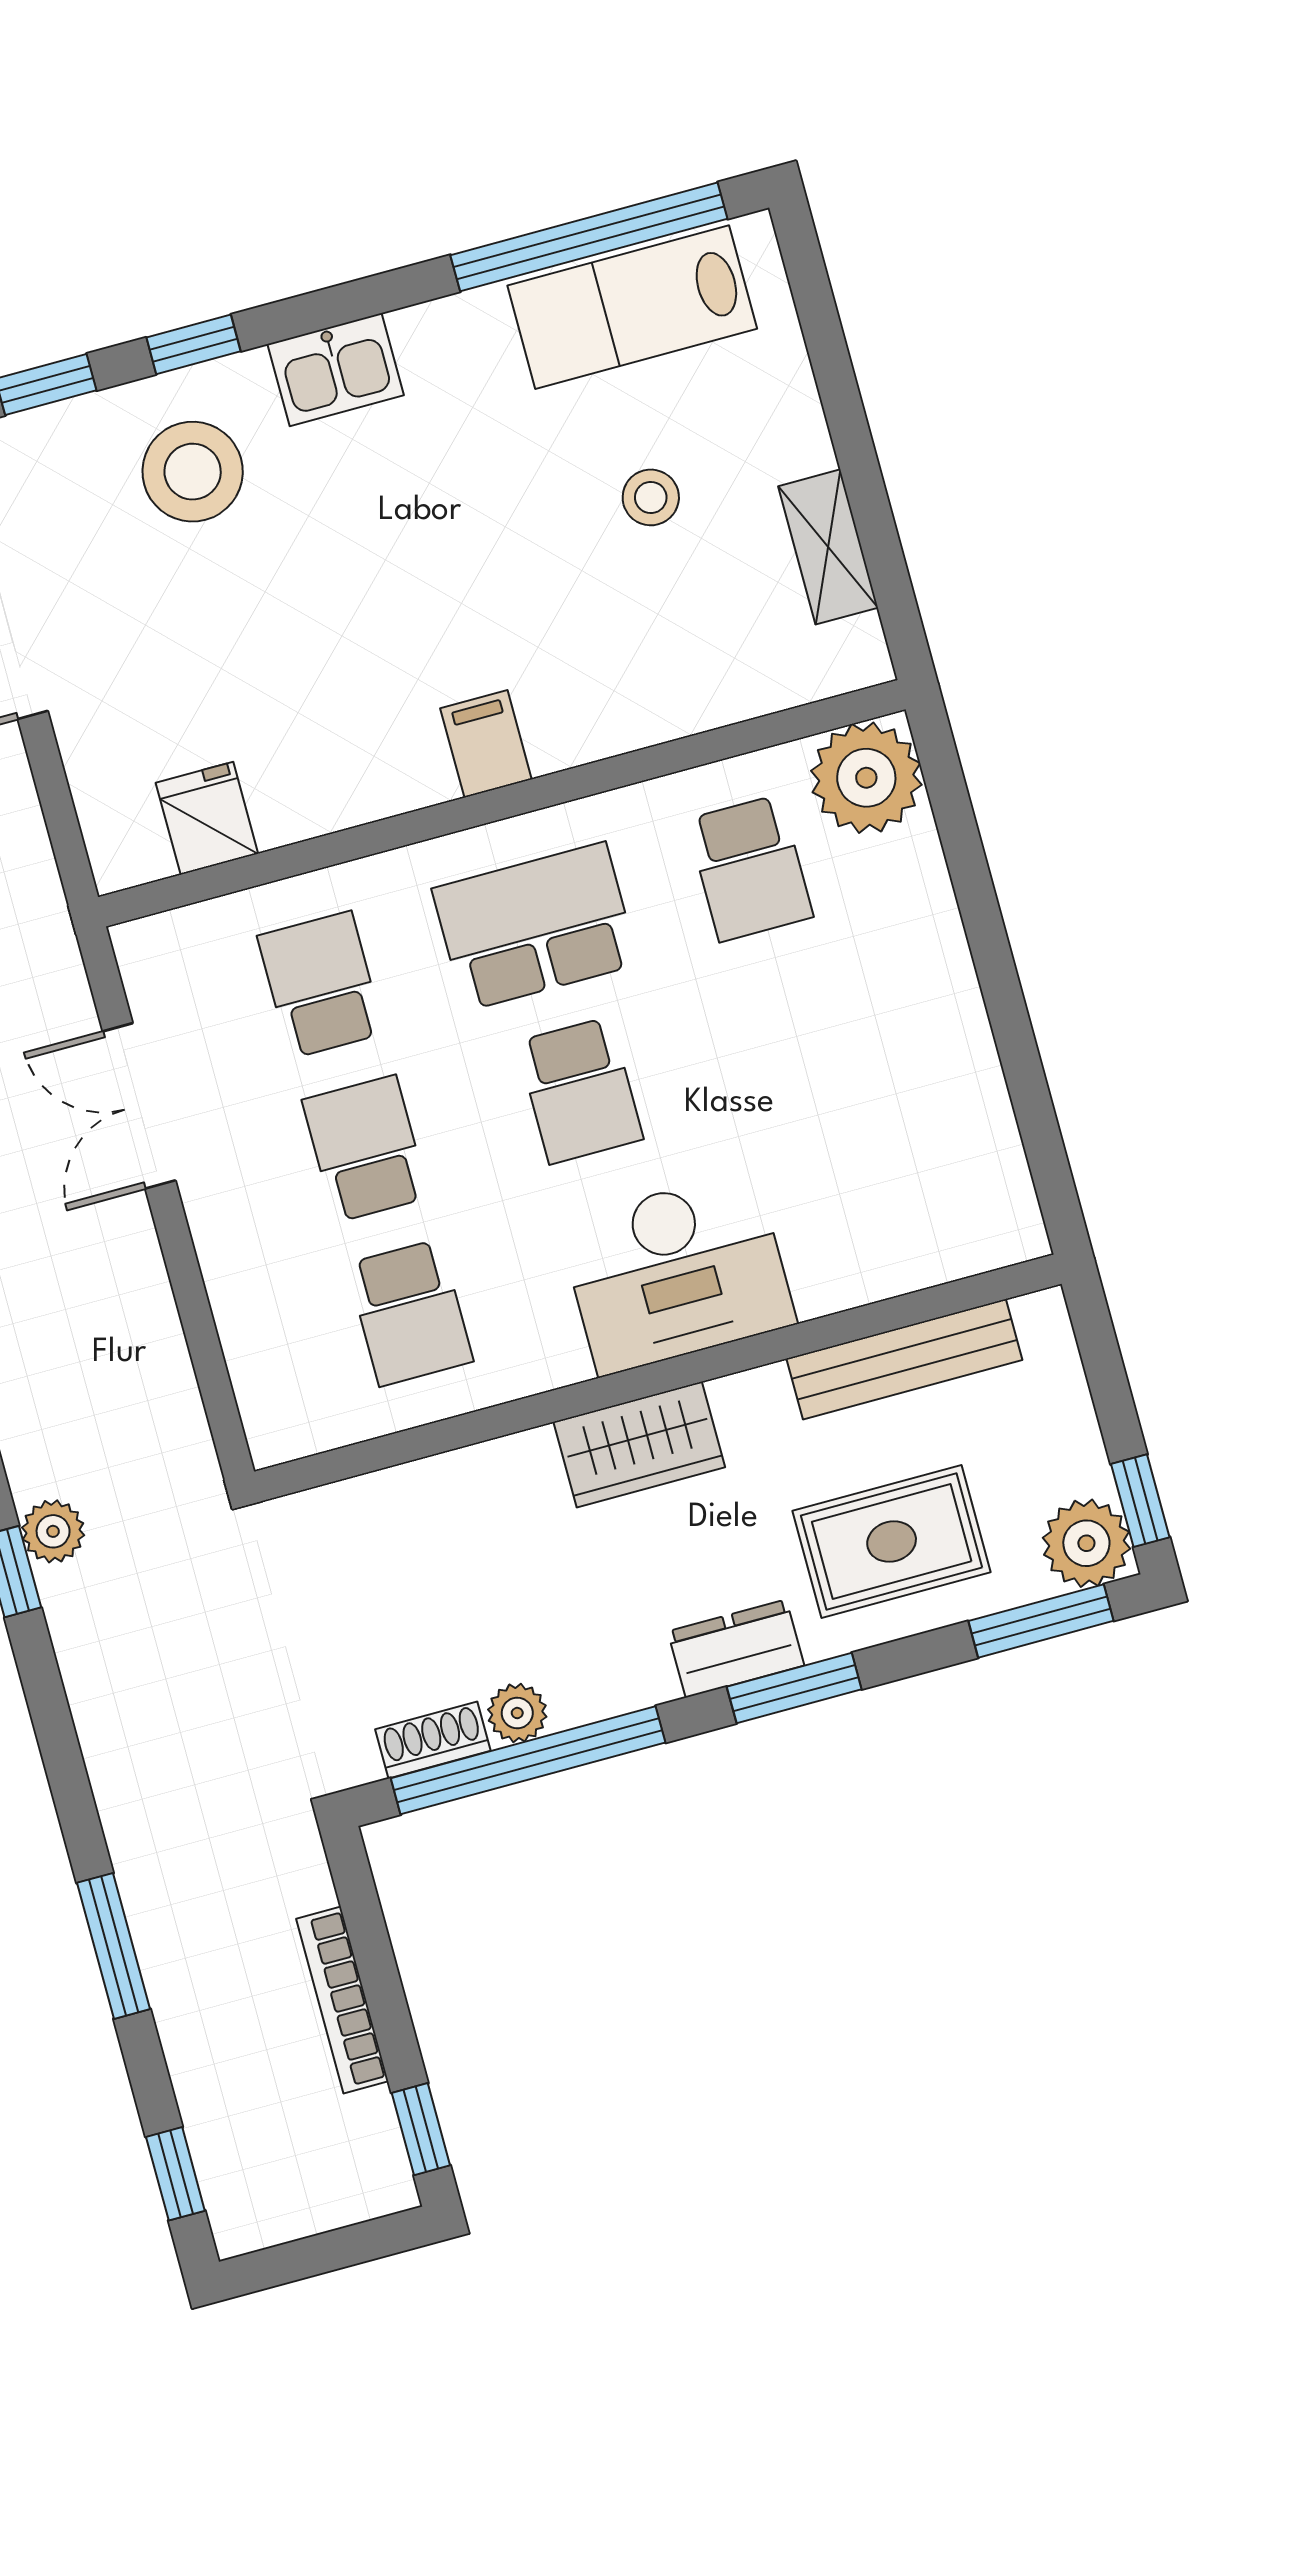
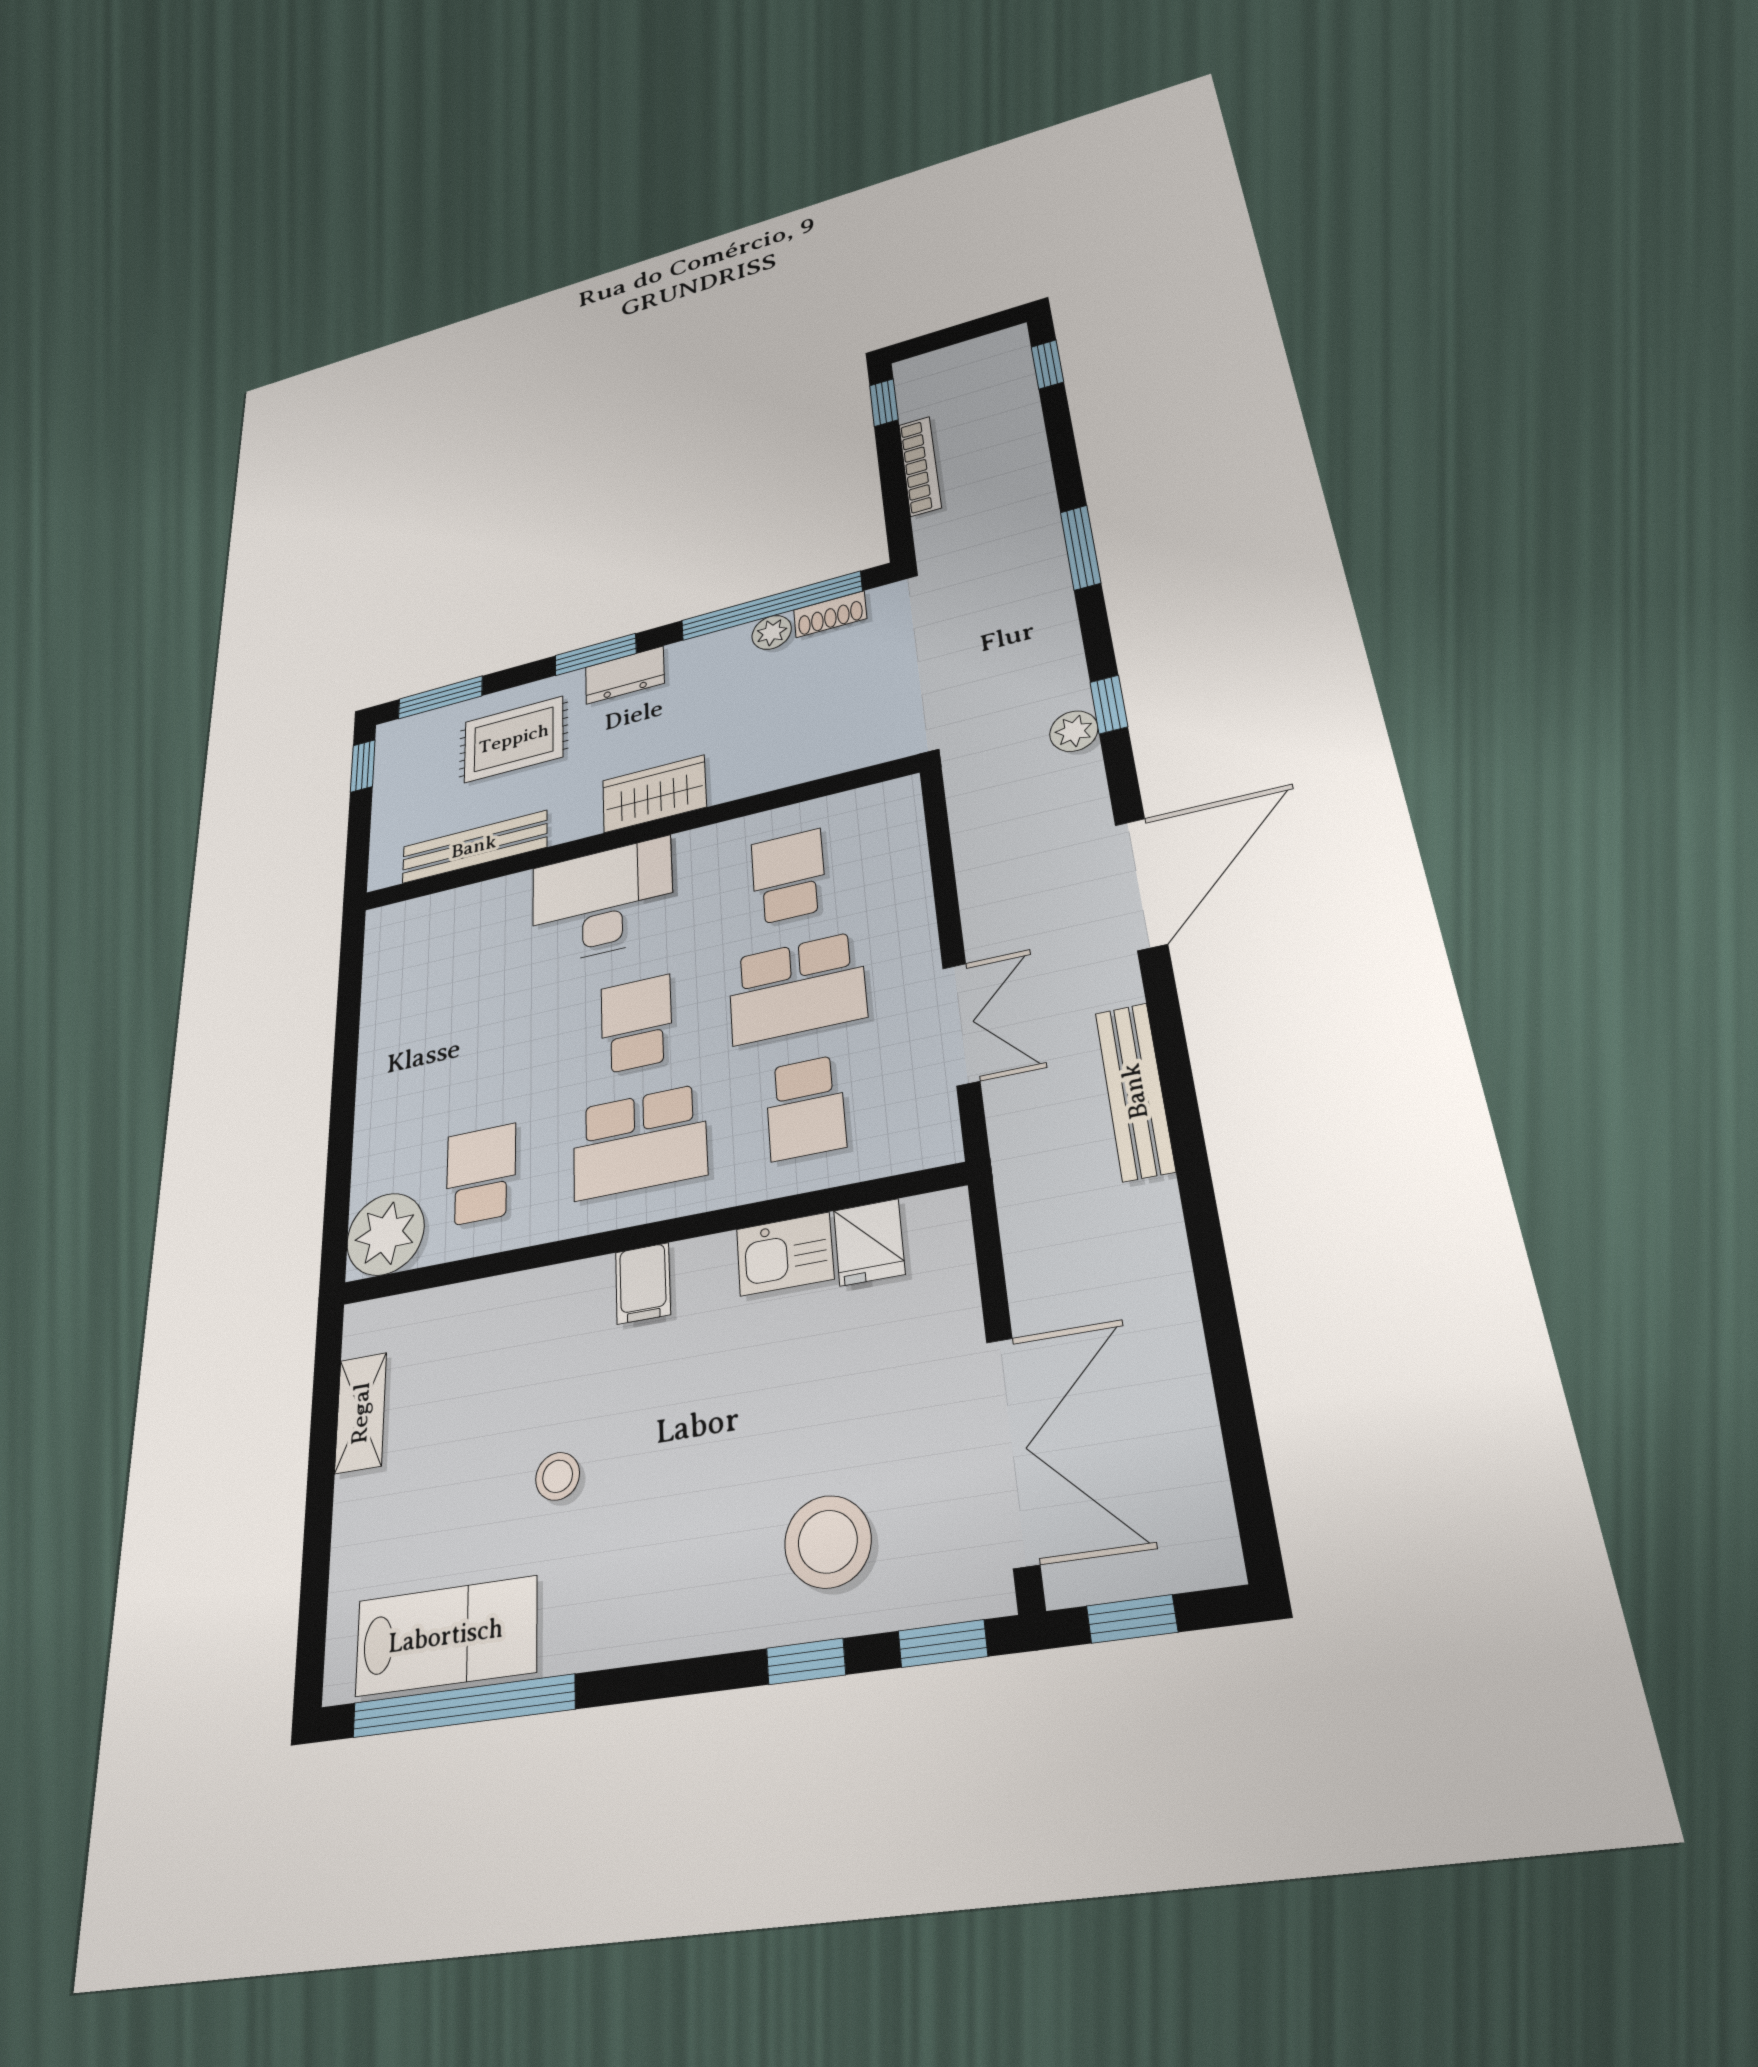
kitchen sink: (336, 370) -> (785, 1254), moved, turned 180
stool: (651, 497) -> (558, 1476), moved
school desk: (365, 1149) -> (797, 988), width x1.85
plant: (1086, 1543) -> (401, 741), removed
window: (114, 1946) -> (1080, 547), moved

